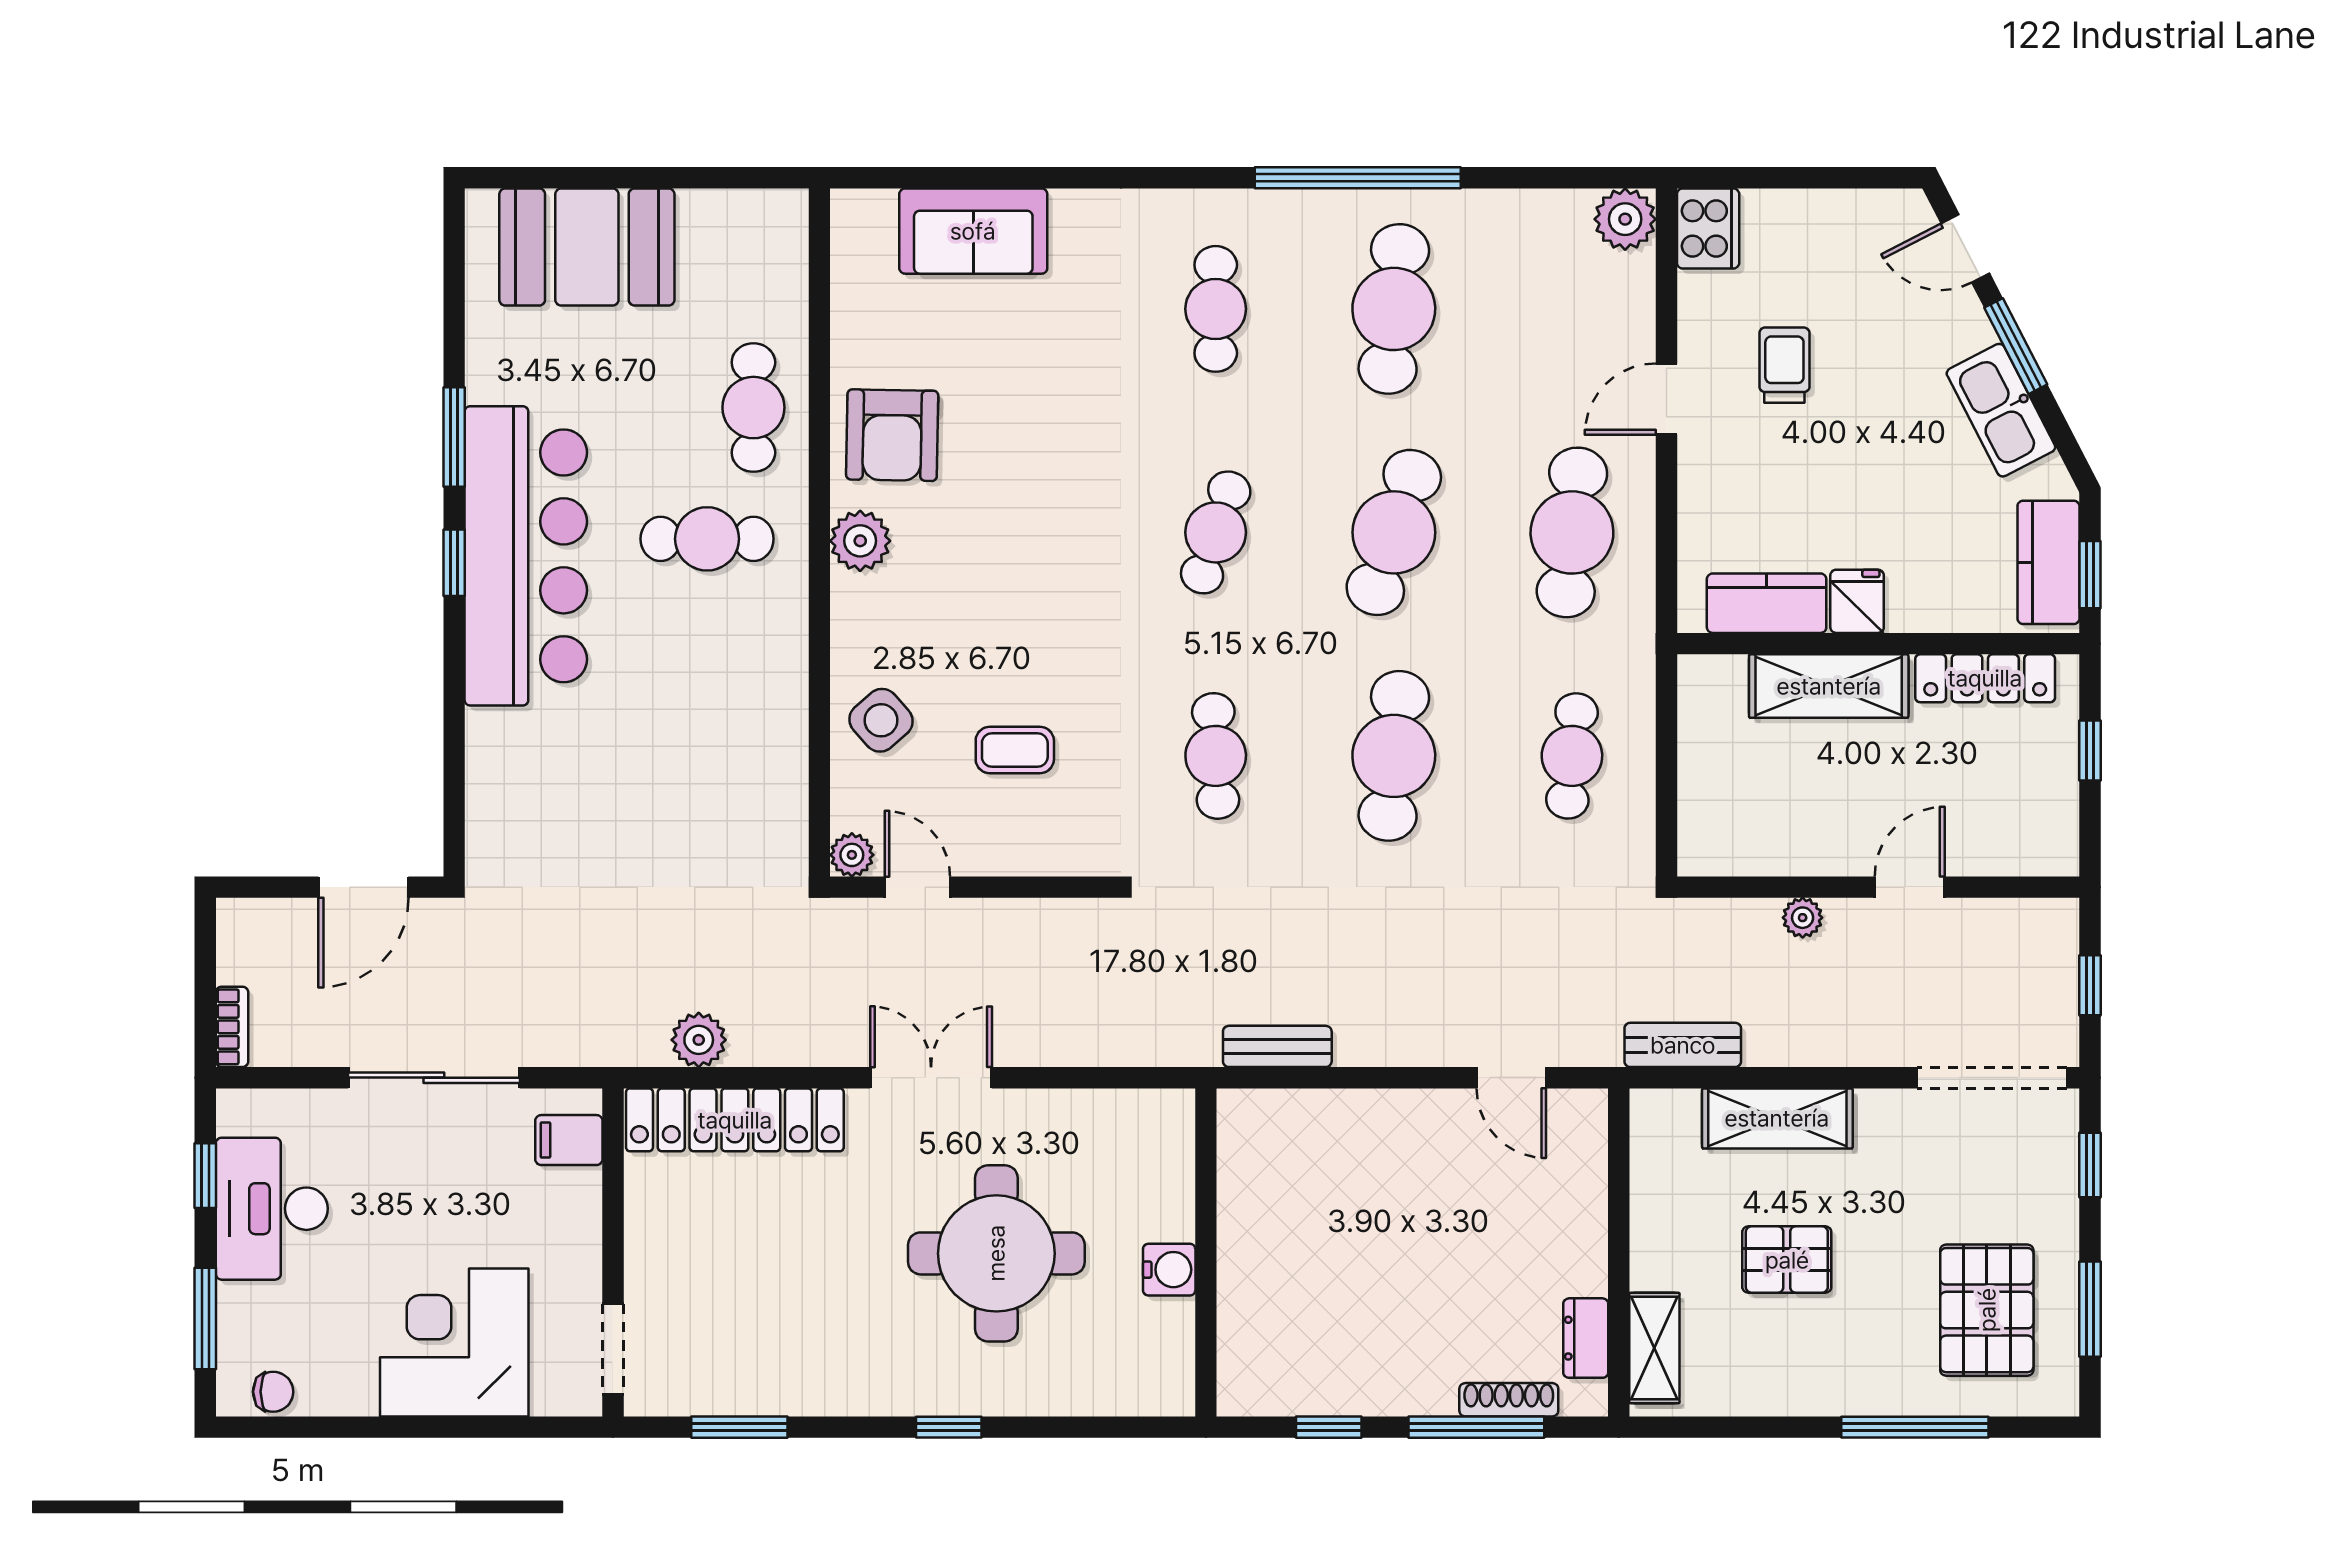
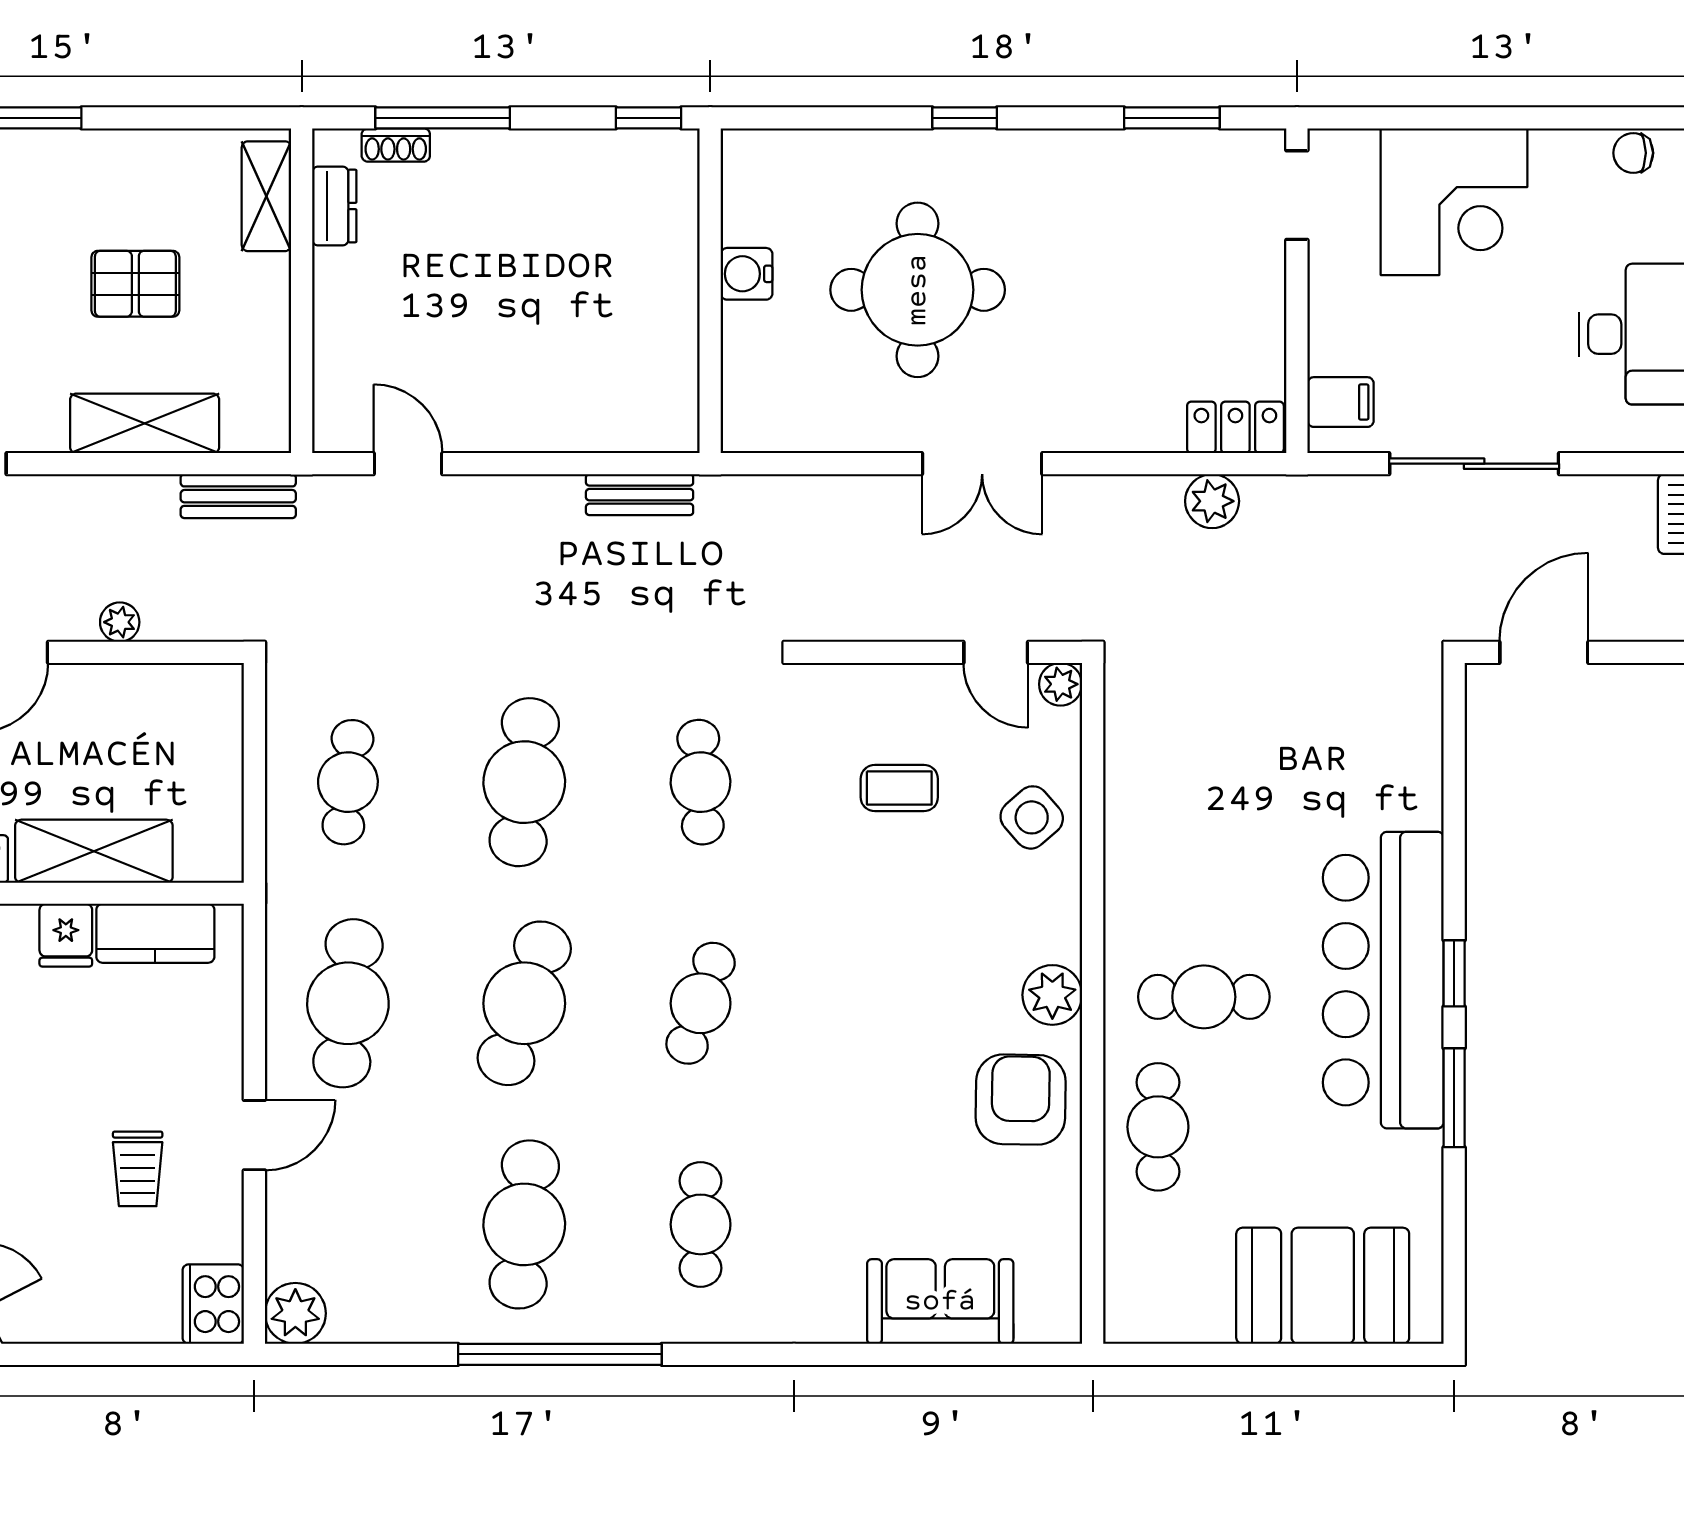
locker: (735, 1120) -> (1235, 427), width x0.46, depth x0.83
shoe rack: (1509, 1400) -> (396, 145), width x0.70
window: (1329, 1427) -> (648, 118), moved

